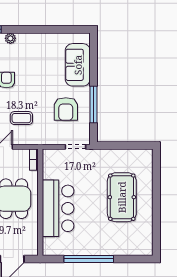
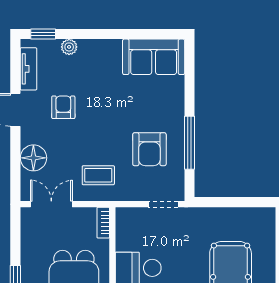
sofa: (78, 65) -> (154, 57), moved, turned -90
coffee table: (21, 118) -> (98, 175), moved

